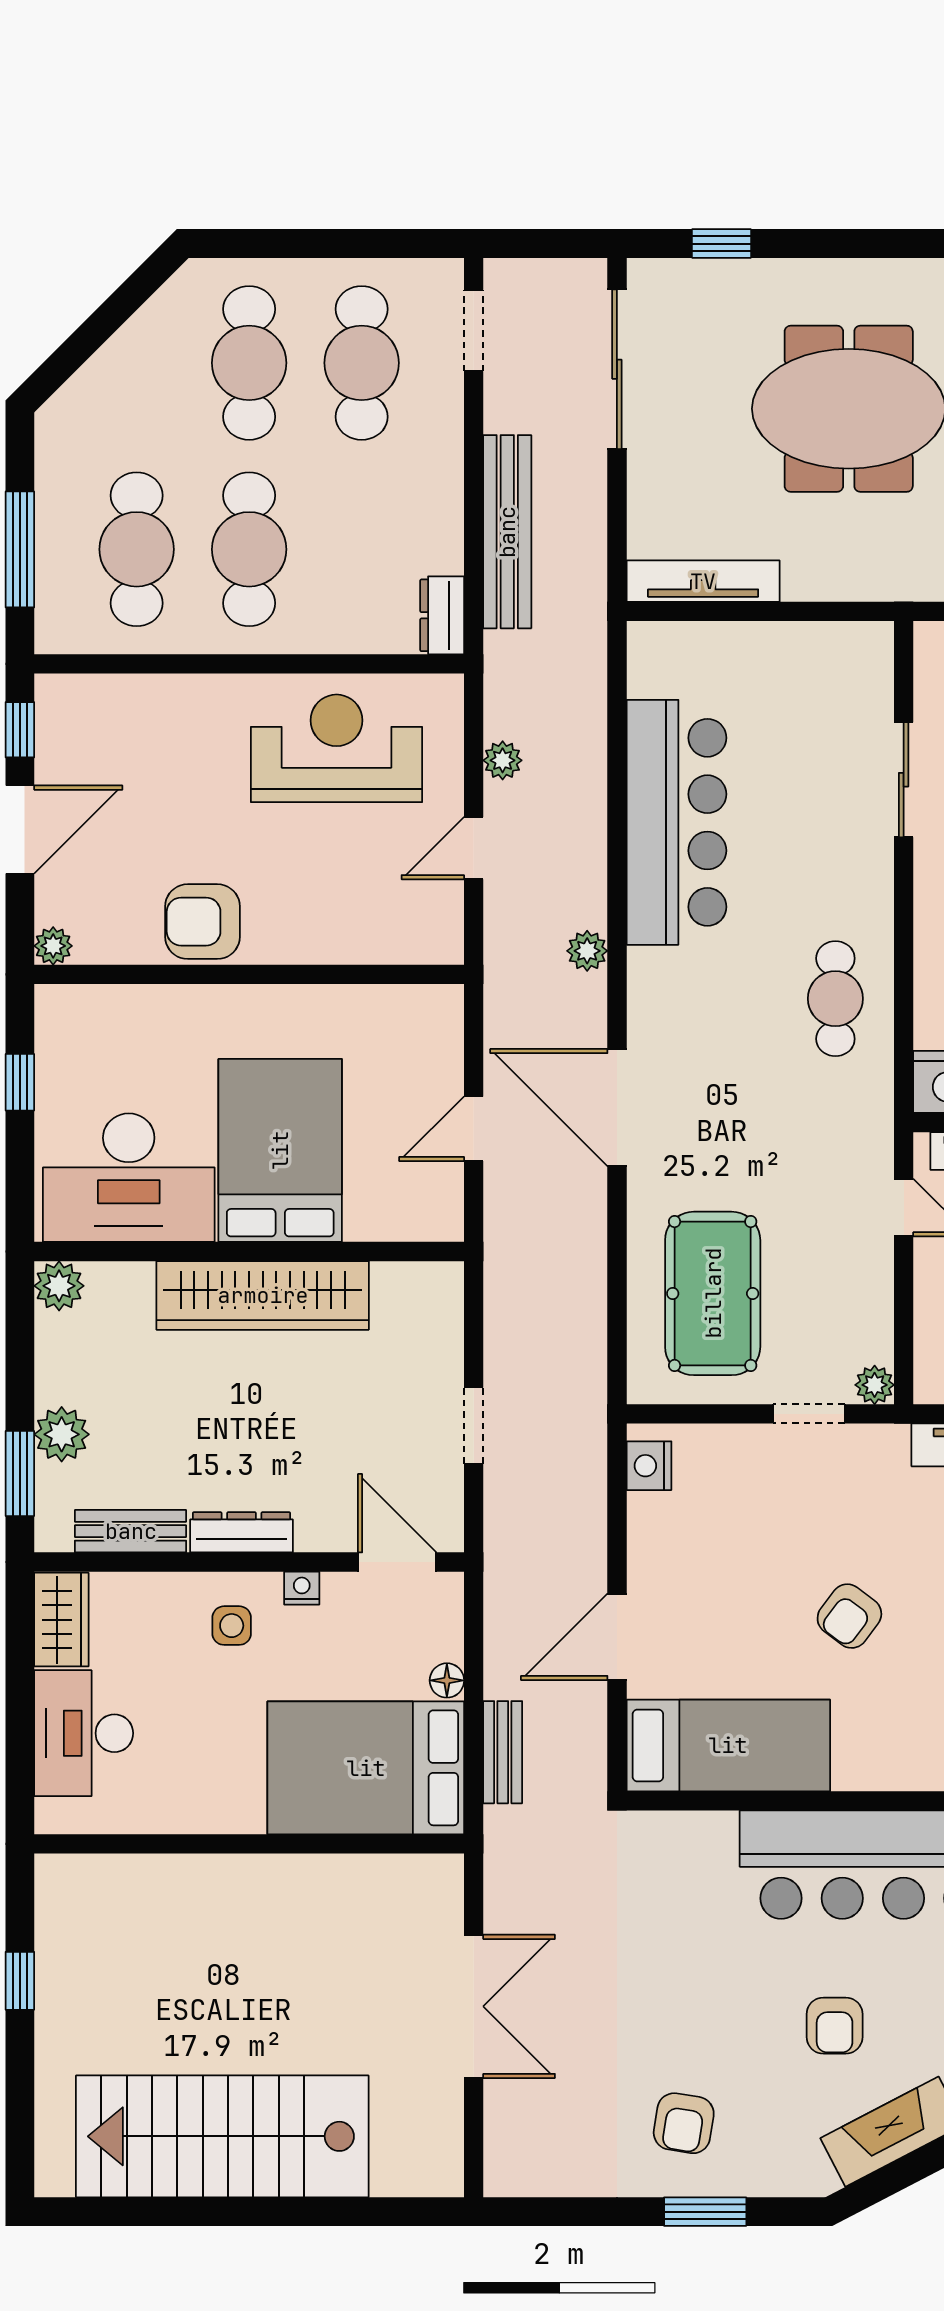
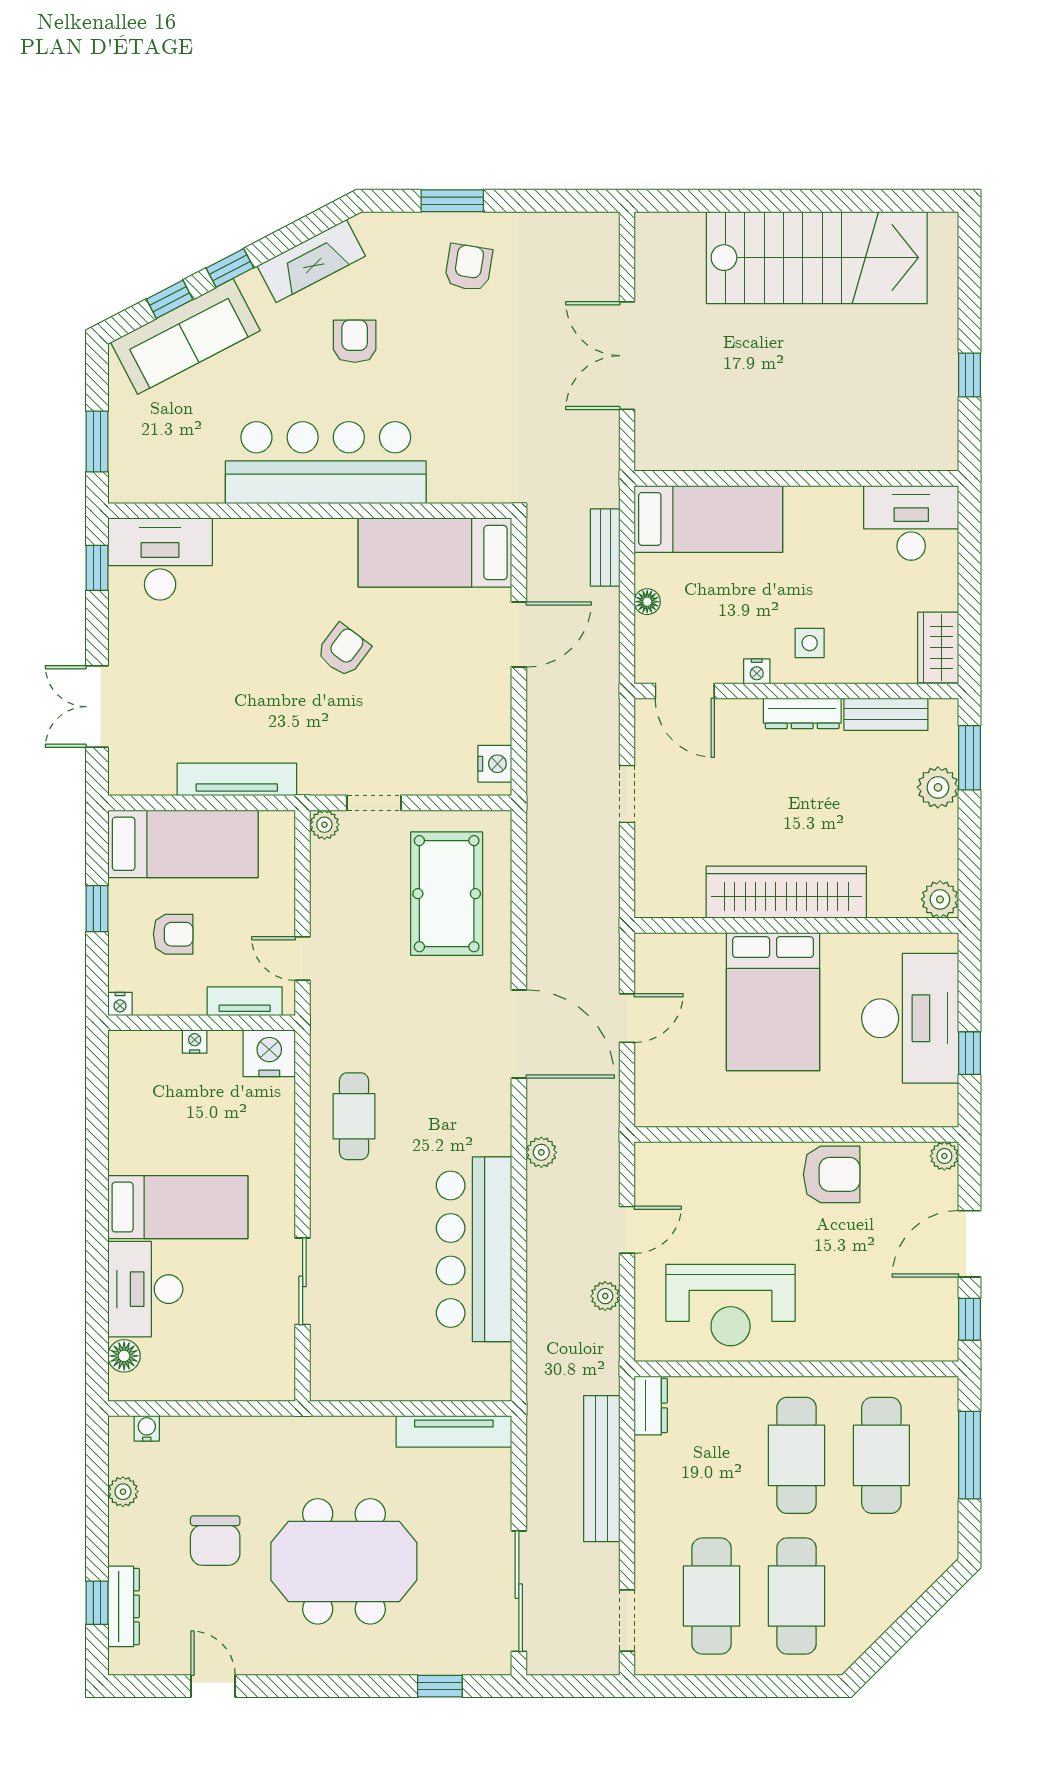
desk: (129, 1178) -> (910, 1018), moved, turned 90
desk: (84, 1733) -> (911, 523), moved, turned -90
bed: (366, 1768) -> (708, 519), width x0.67

